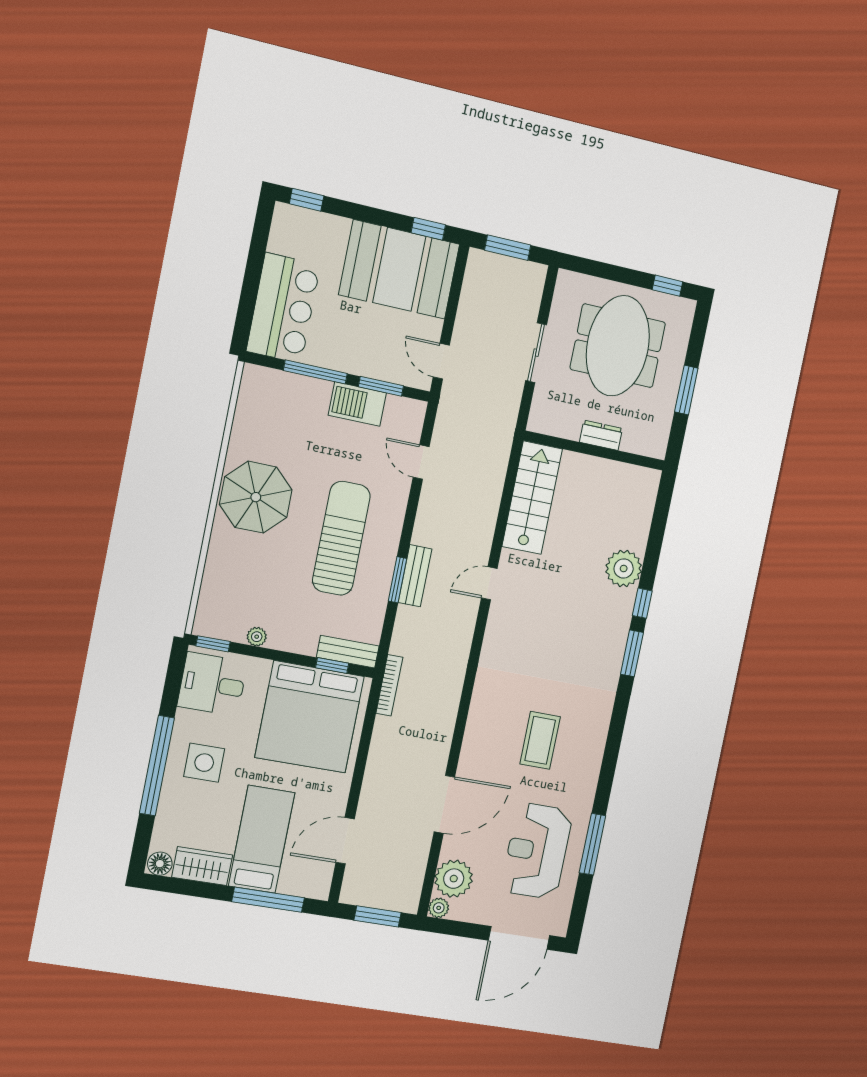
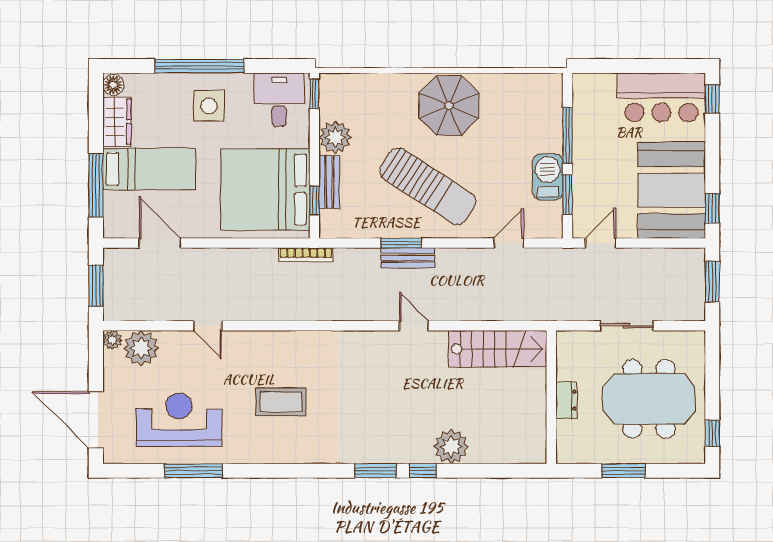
bar counter: (283, 308) -> (661, 97), moved
sun lounger: (341, 538) -> (428, 186), turned 33
plant: (257, 637) -> (335, 137), width x1.88, depth x1.88
bench: (348, 652) -> (329, 182), moved
door: (444, 804) -> (208, 326), width x0.53

